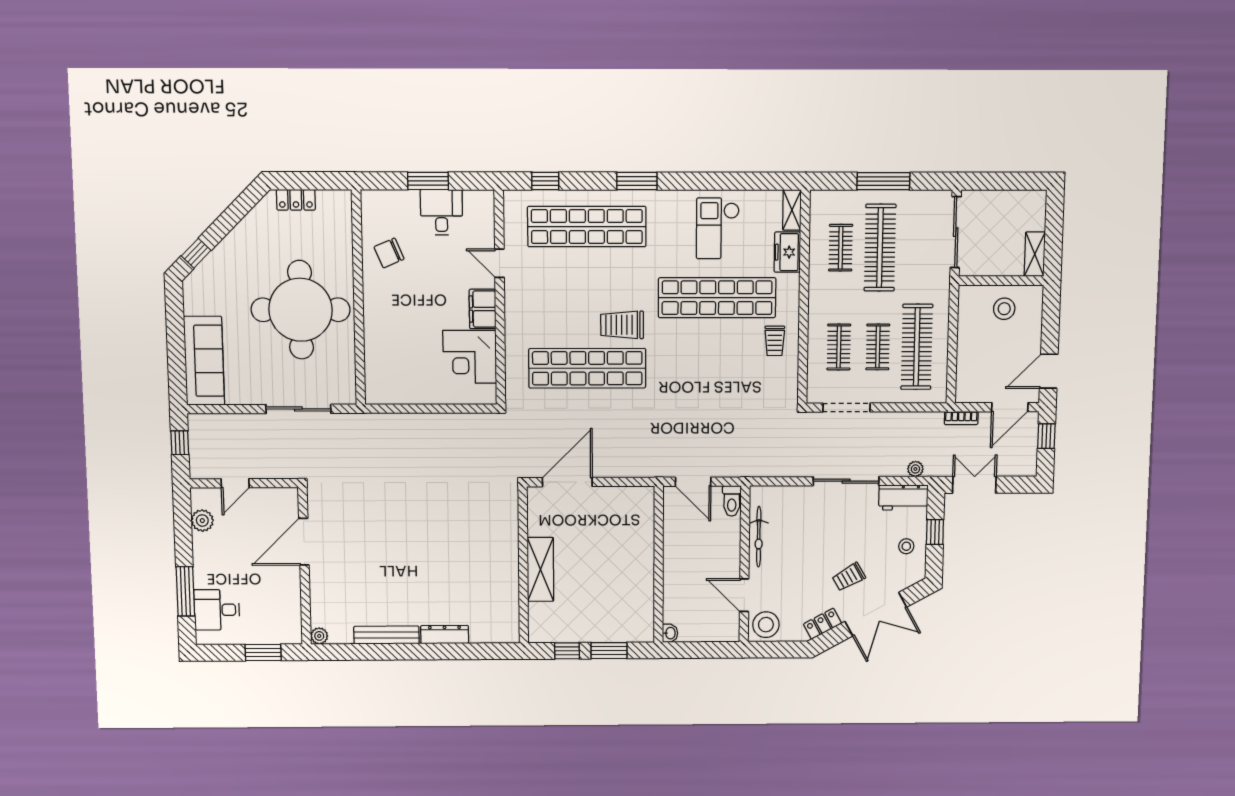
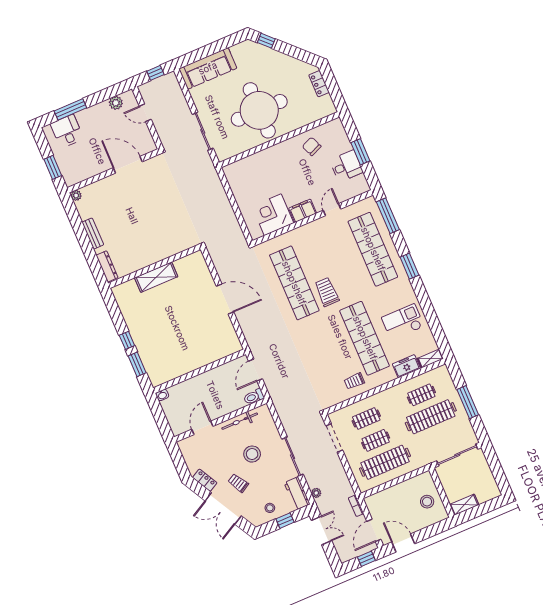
window: (545, 181) -> (388, 216), width x2.17
door: (1010, 407) -> (374, 530), hinge flipped
wall: (523, 565) -> (154, 266), moved
shelving: (540, 569) -> (156, 277), moved
stool: (766, 625) -> (252, 454), moved
bench: (386, 635) -> (93, 233), width x0.73

